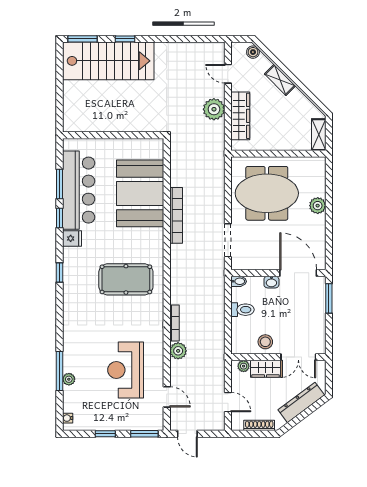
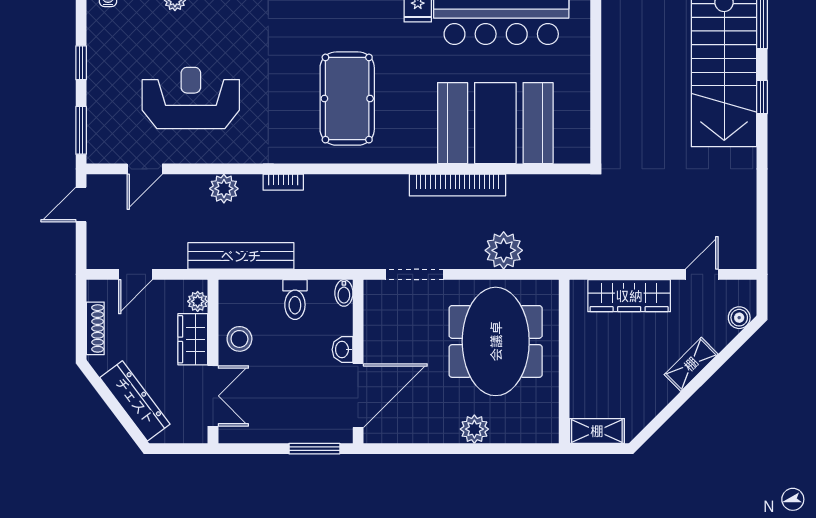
plant: (214, 109) -> (504, 250), moved
bookcase: (174, 323) -> (283, 182), width x0.64
bench: (217, 341) -> (241, 256), added
double door: (298, 357) -> (213, 396), swing flipped

